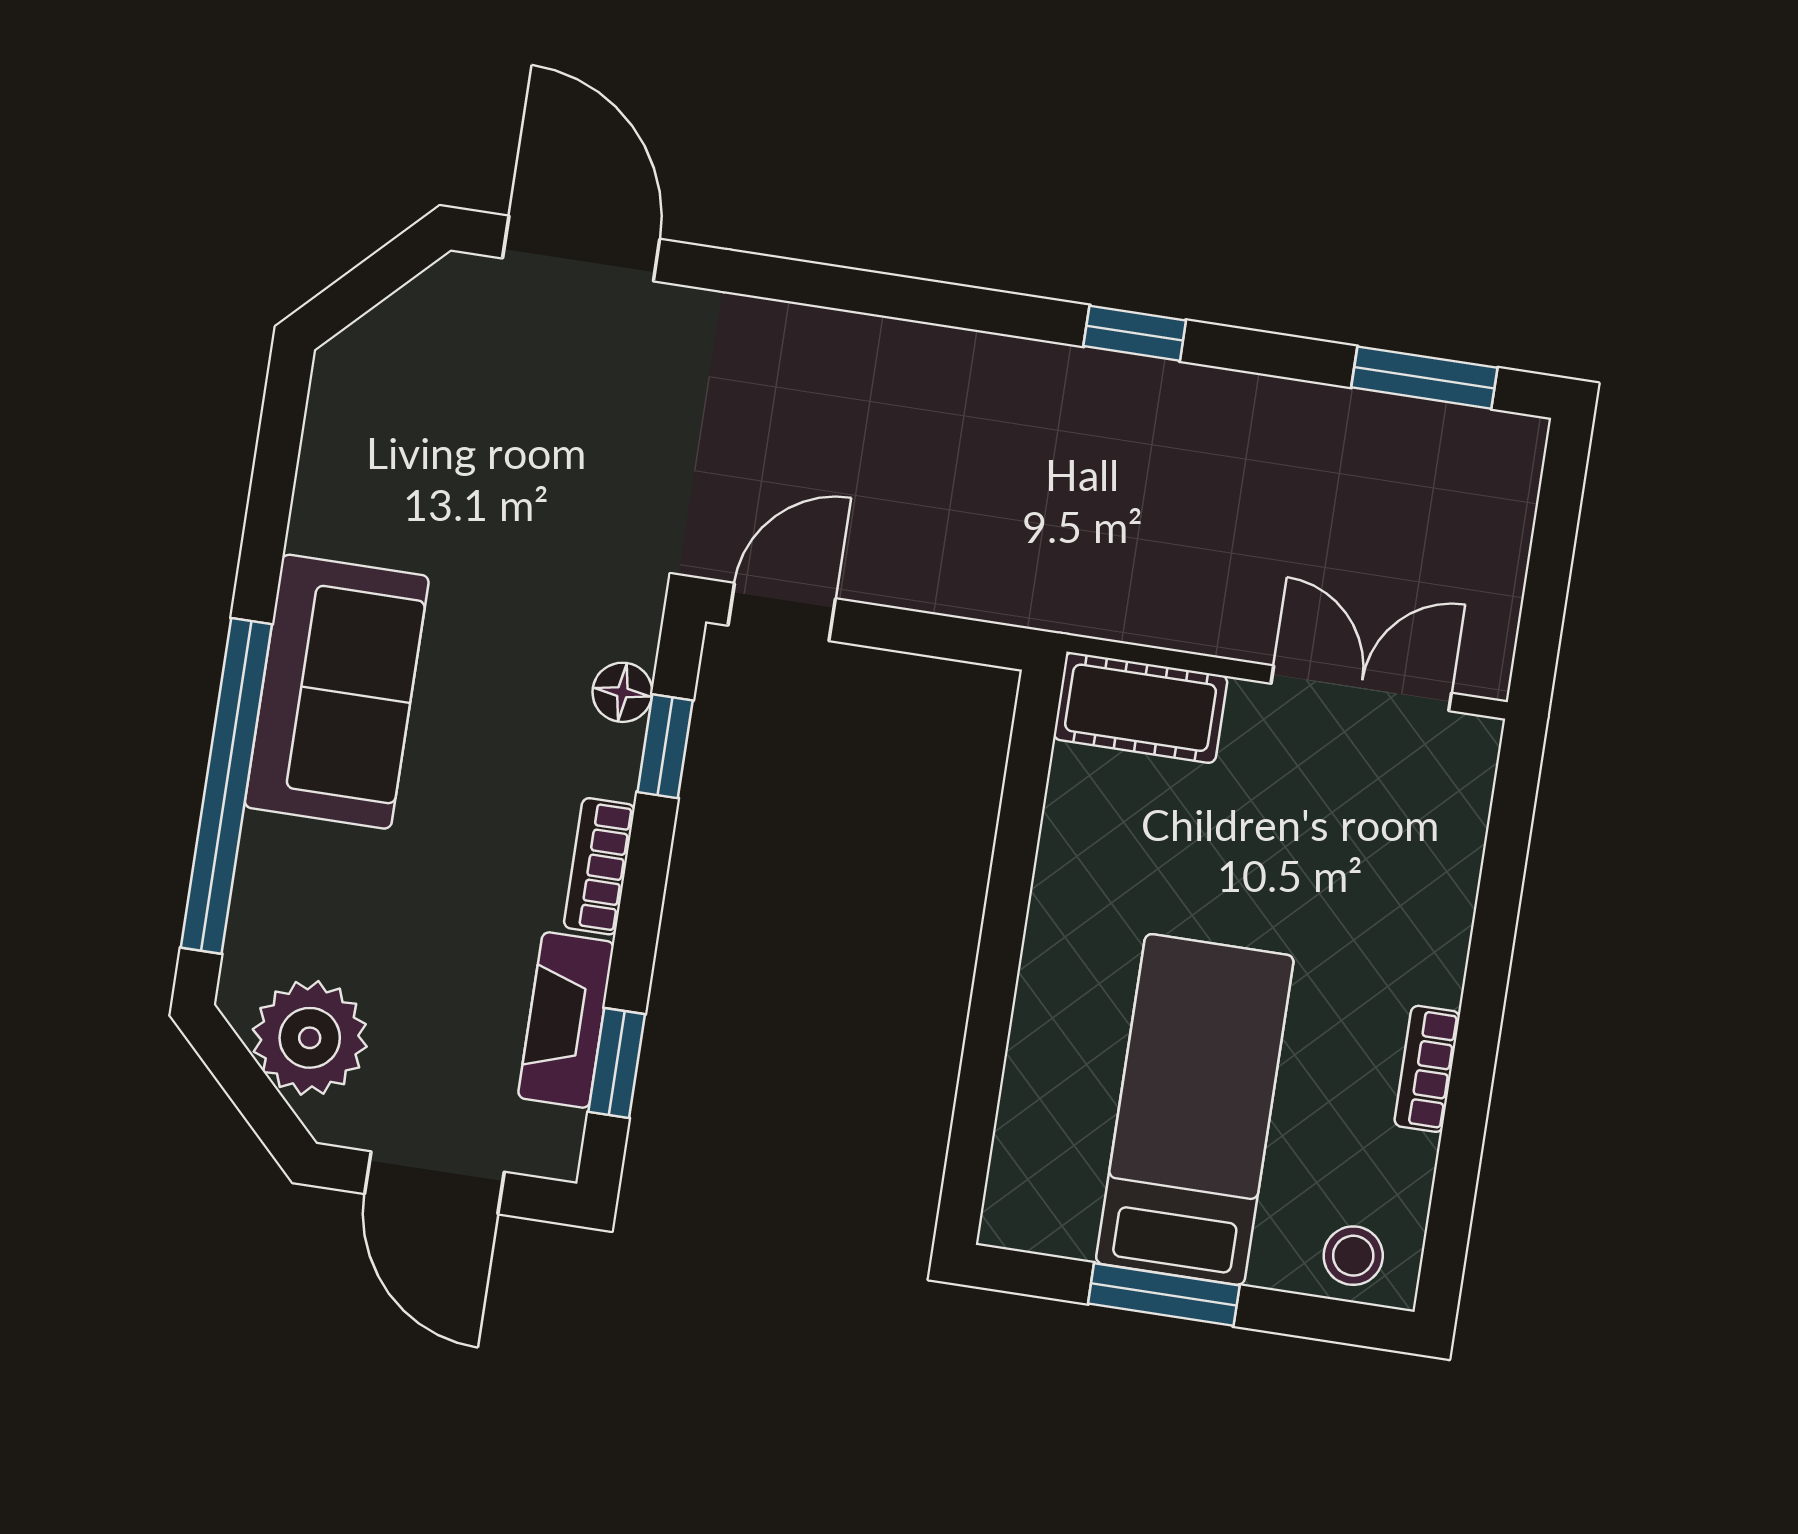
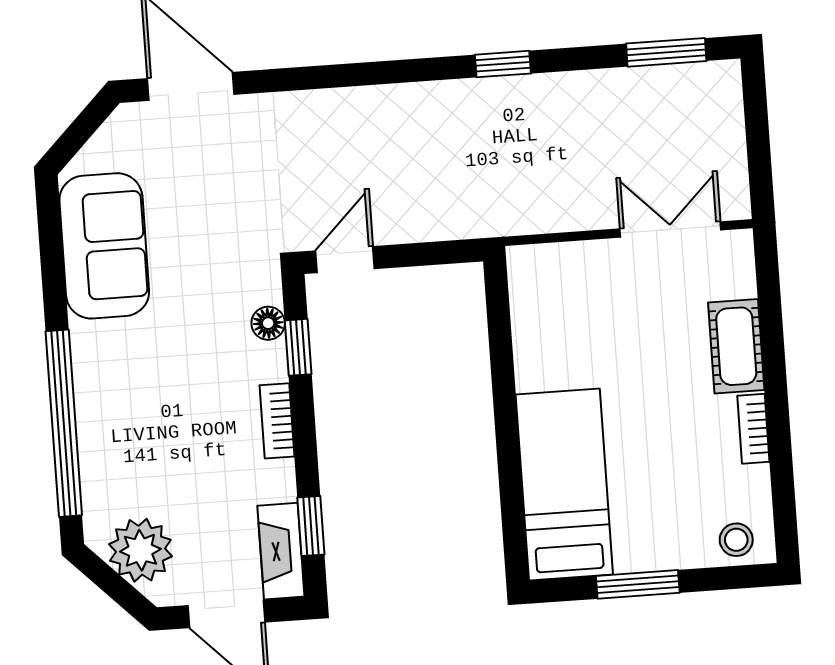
sofa: (337, 692) -> (104, 246), moved
cot: (1141, 708) -> (736, 346), moved, turned 90
fireplace: (566, 1020) -> (281, 551), moved
bed: (1195, 1109) -> (564, 485), moved

